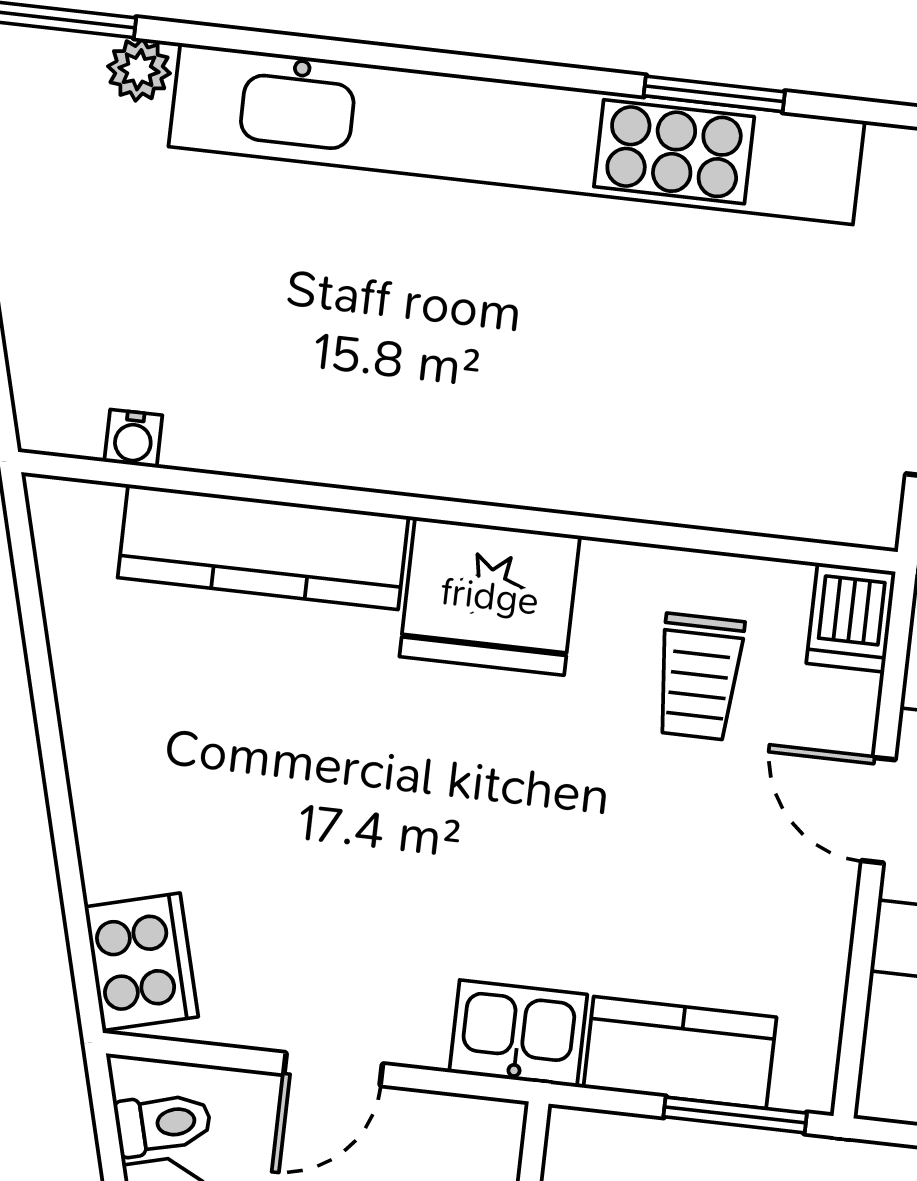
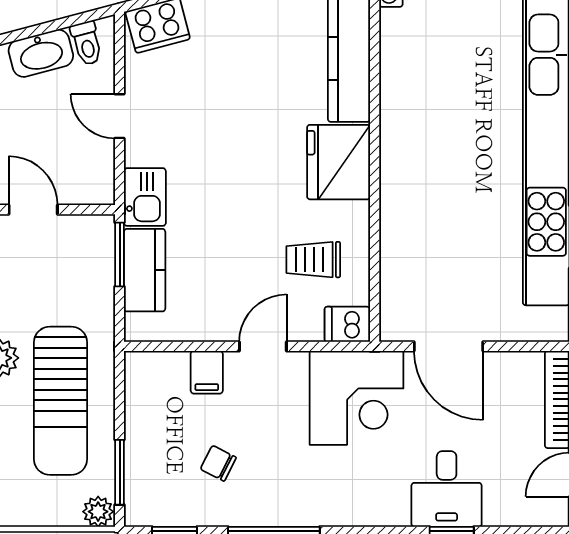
window: (735, 1115) -> (120, 255), moved

